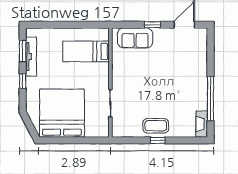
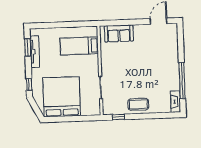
window: (152, 25) -> (133, 22), removed
window: (23, 81) -> (29, 84), moved
window: (158, 140) -> (118, 117), moved

